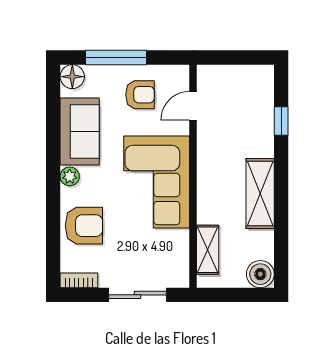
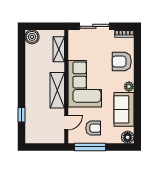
window: (116, 58) -> (90, 147), moved
armchair: (140, 95) -> (93, 128), turned 180
shelving: (260, 194) -> (57, 90), moved

